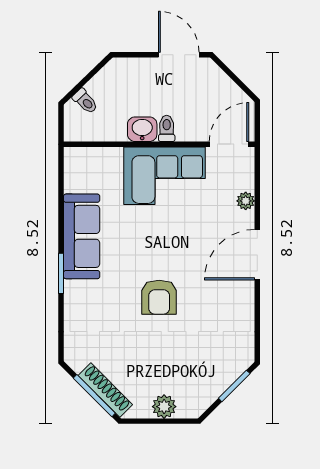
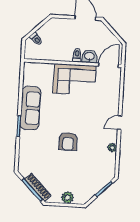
washbasin: (142, 129) -> (89, 56), moved
plant: (246, 201) -> (112, 148), moved
door: (257, 255) -> (120, 123), width x0.53

